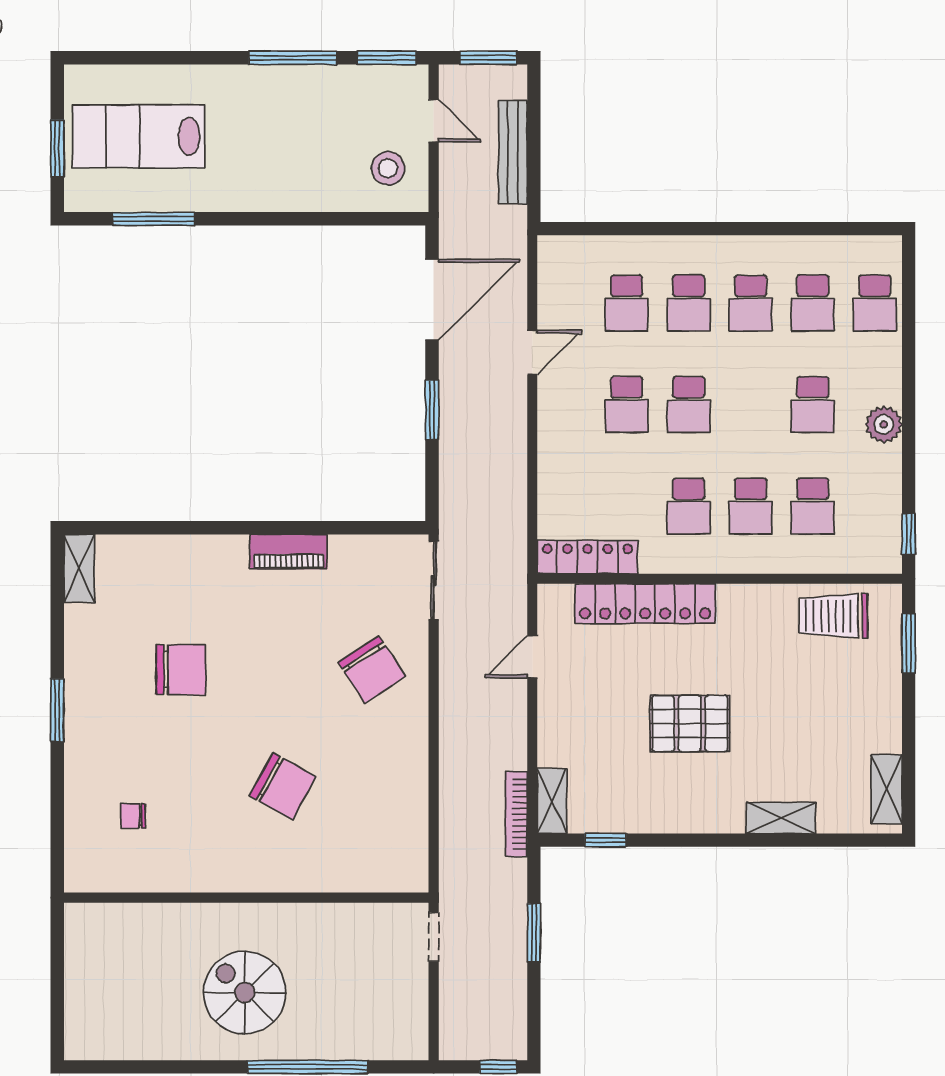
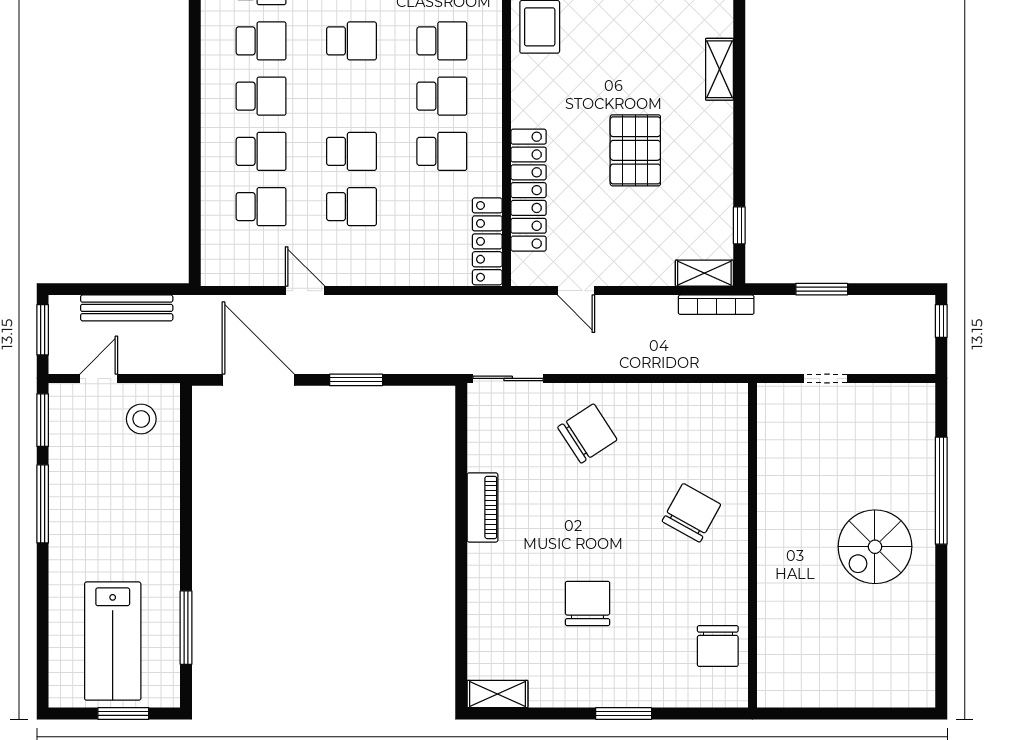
chair: (133, 816) -> (718, 646), width x1.87, depth x1.87
wall: (246, 898) -> (752, 545), moved

